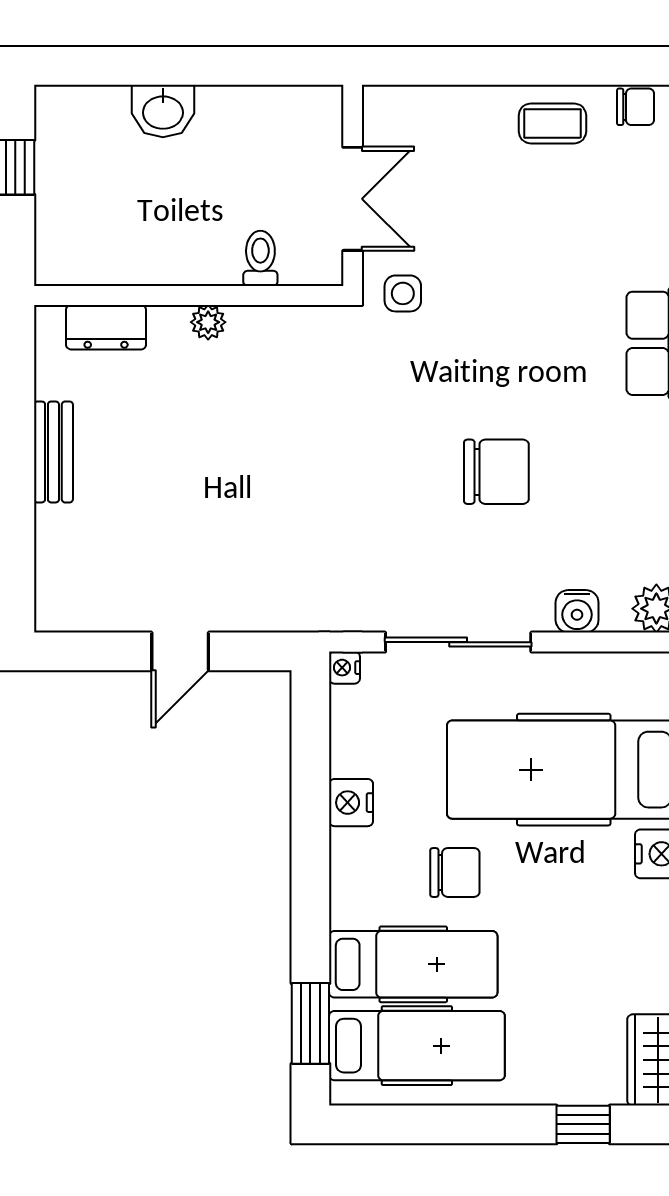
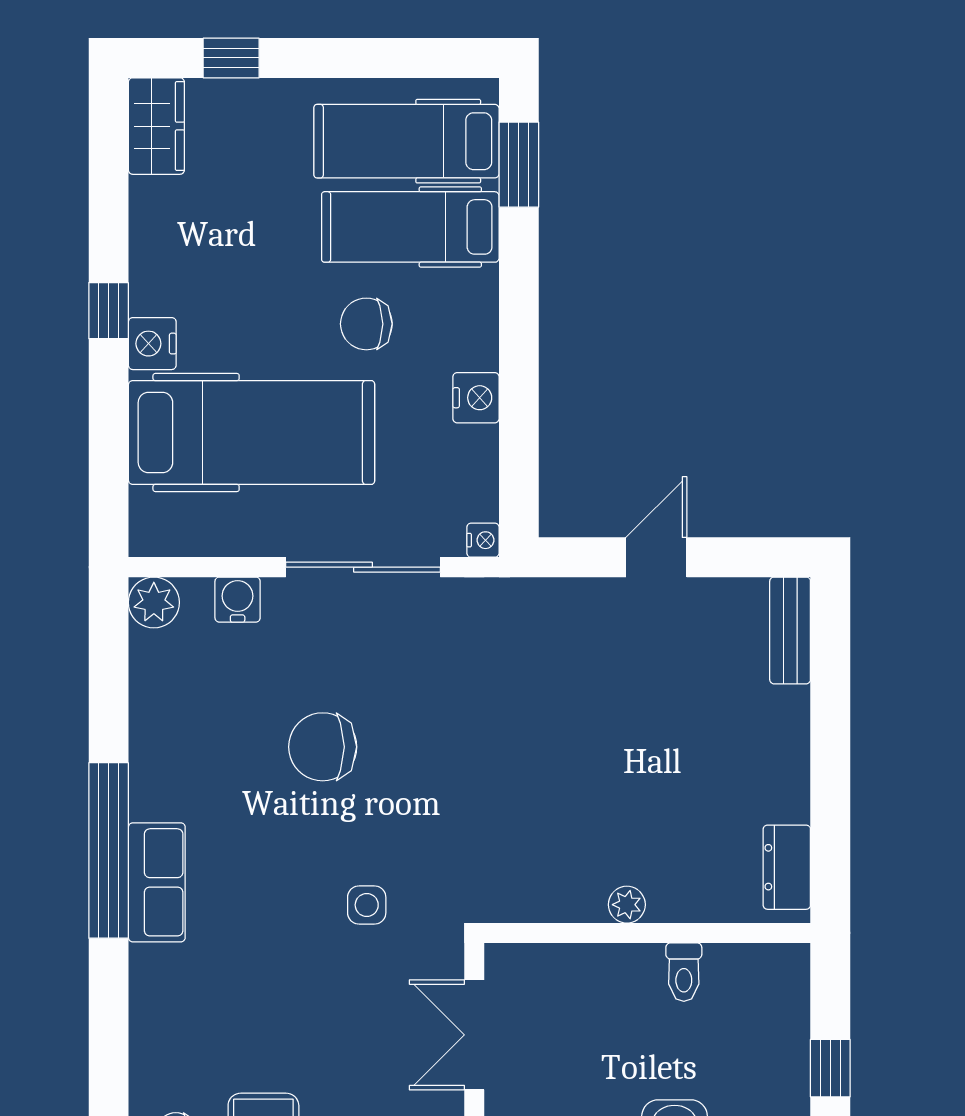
toilet: (260, 258) -> (684, 972), moved
side table: (403, 293) -> (367, 905), moved
dresser: (106, 327) -> (787, 867), moved, turned -90
bench: (53, 452) -> (790, 630), moved

